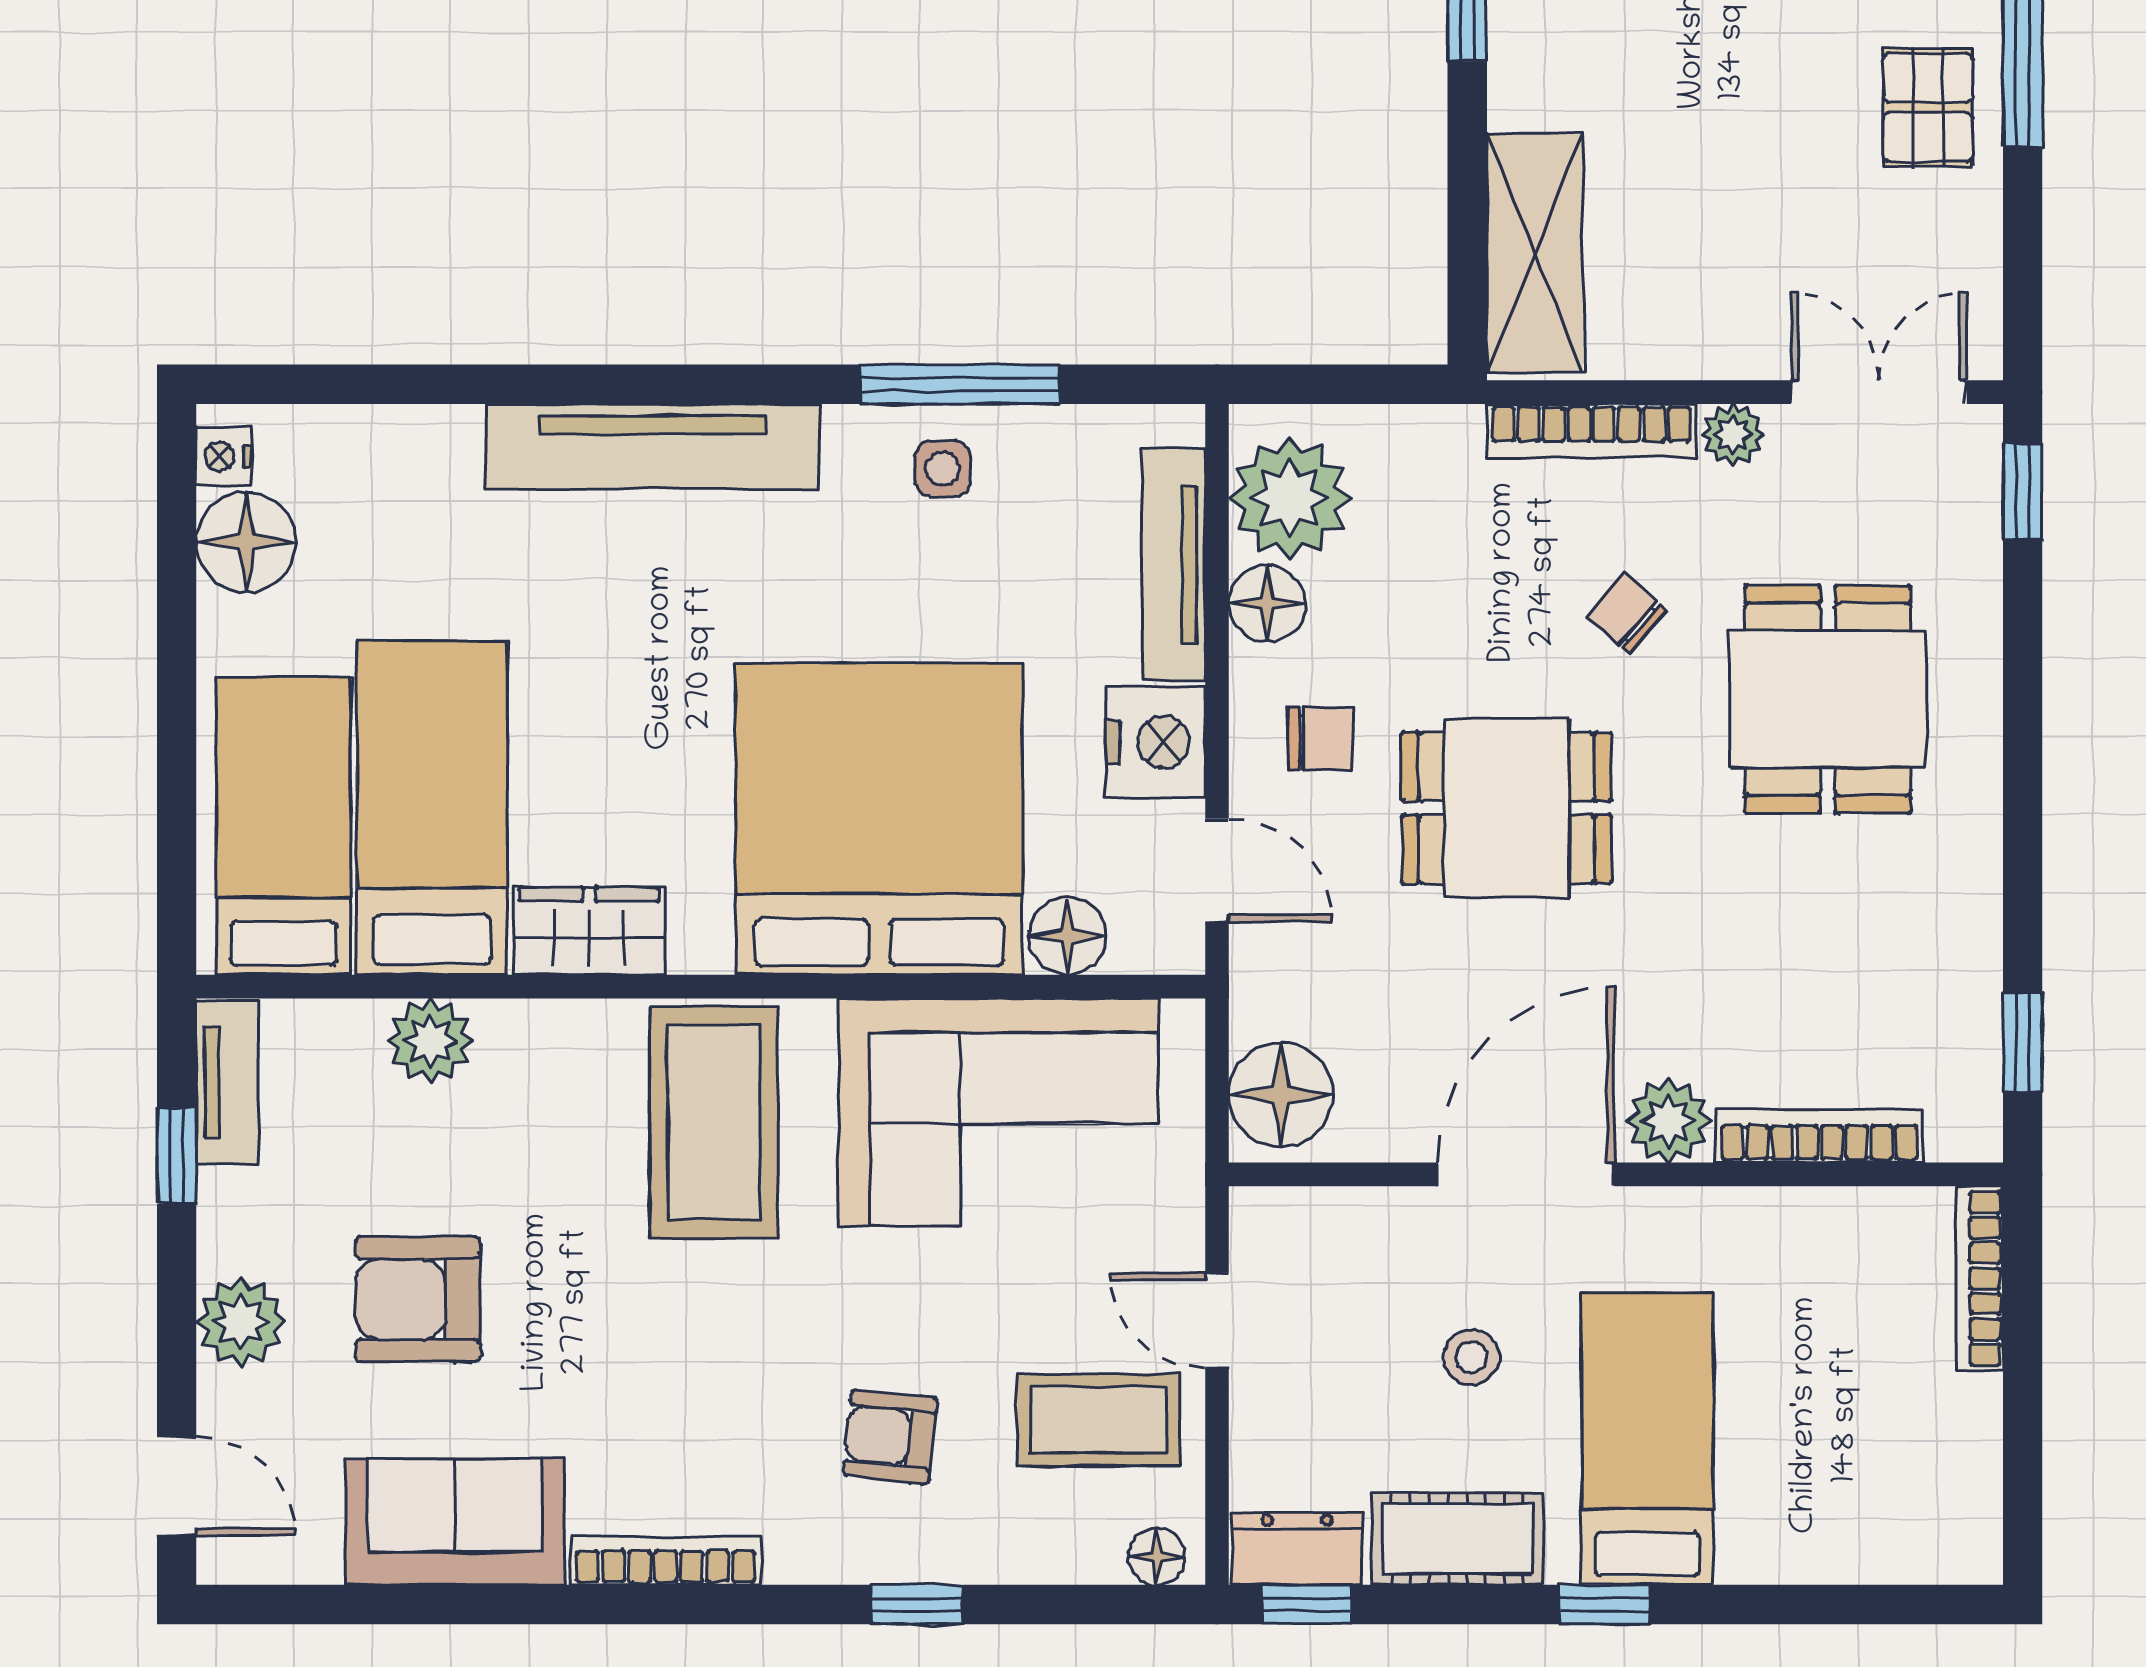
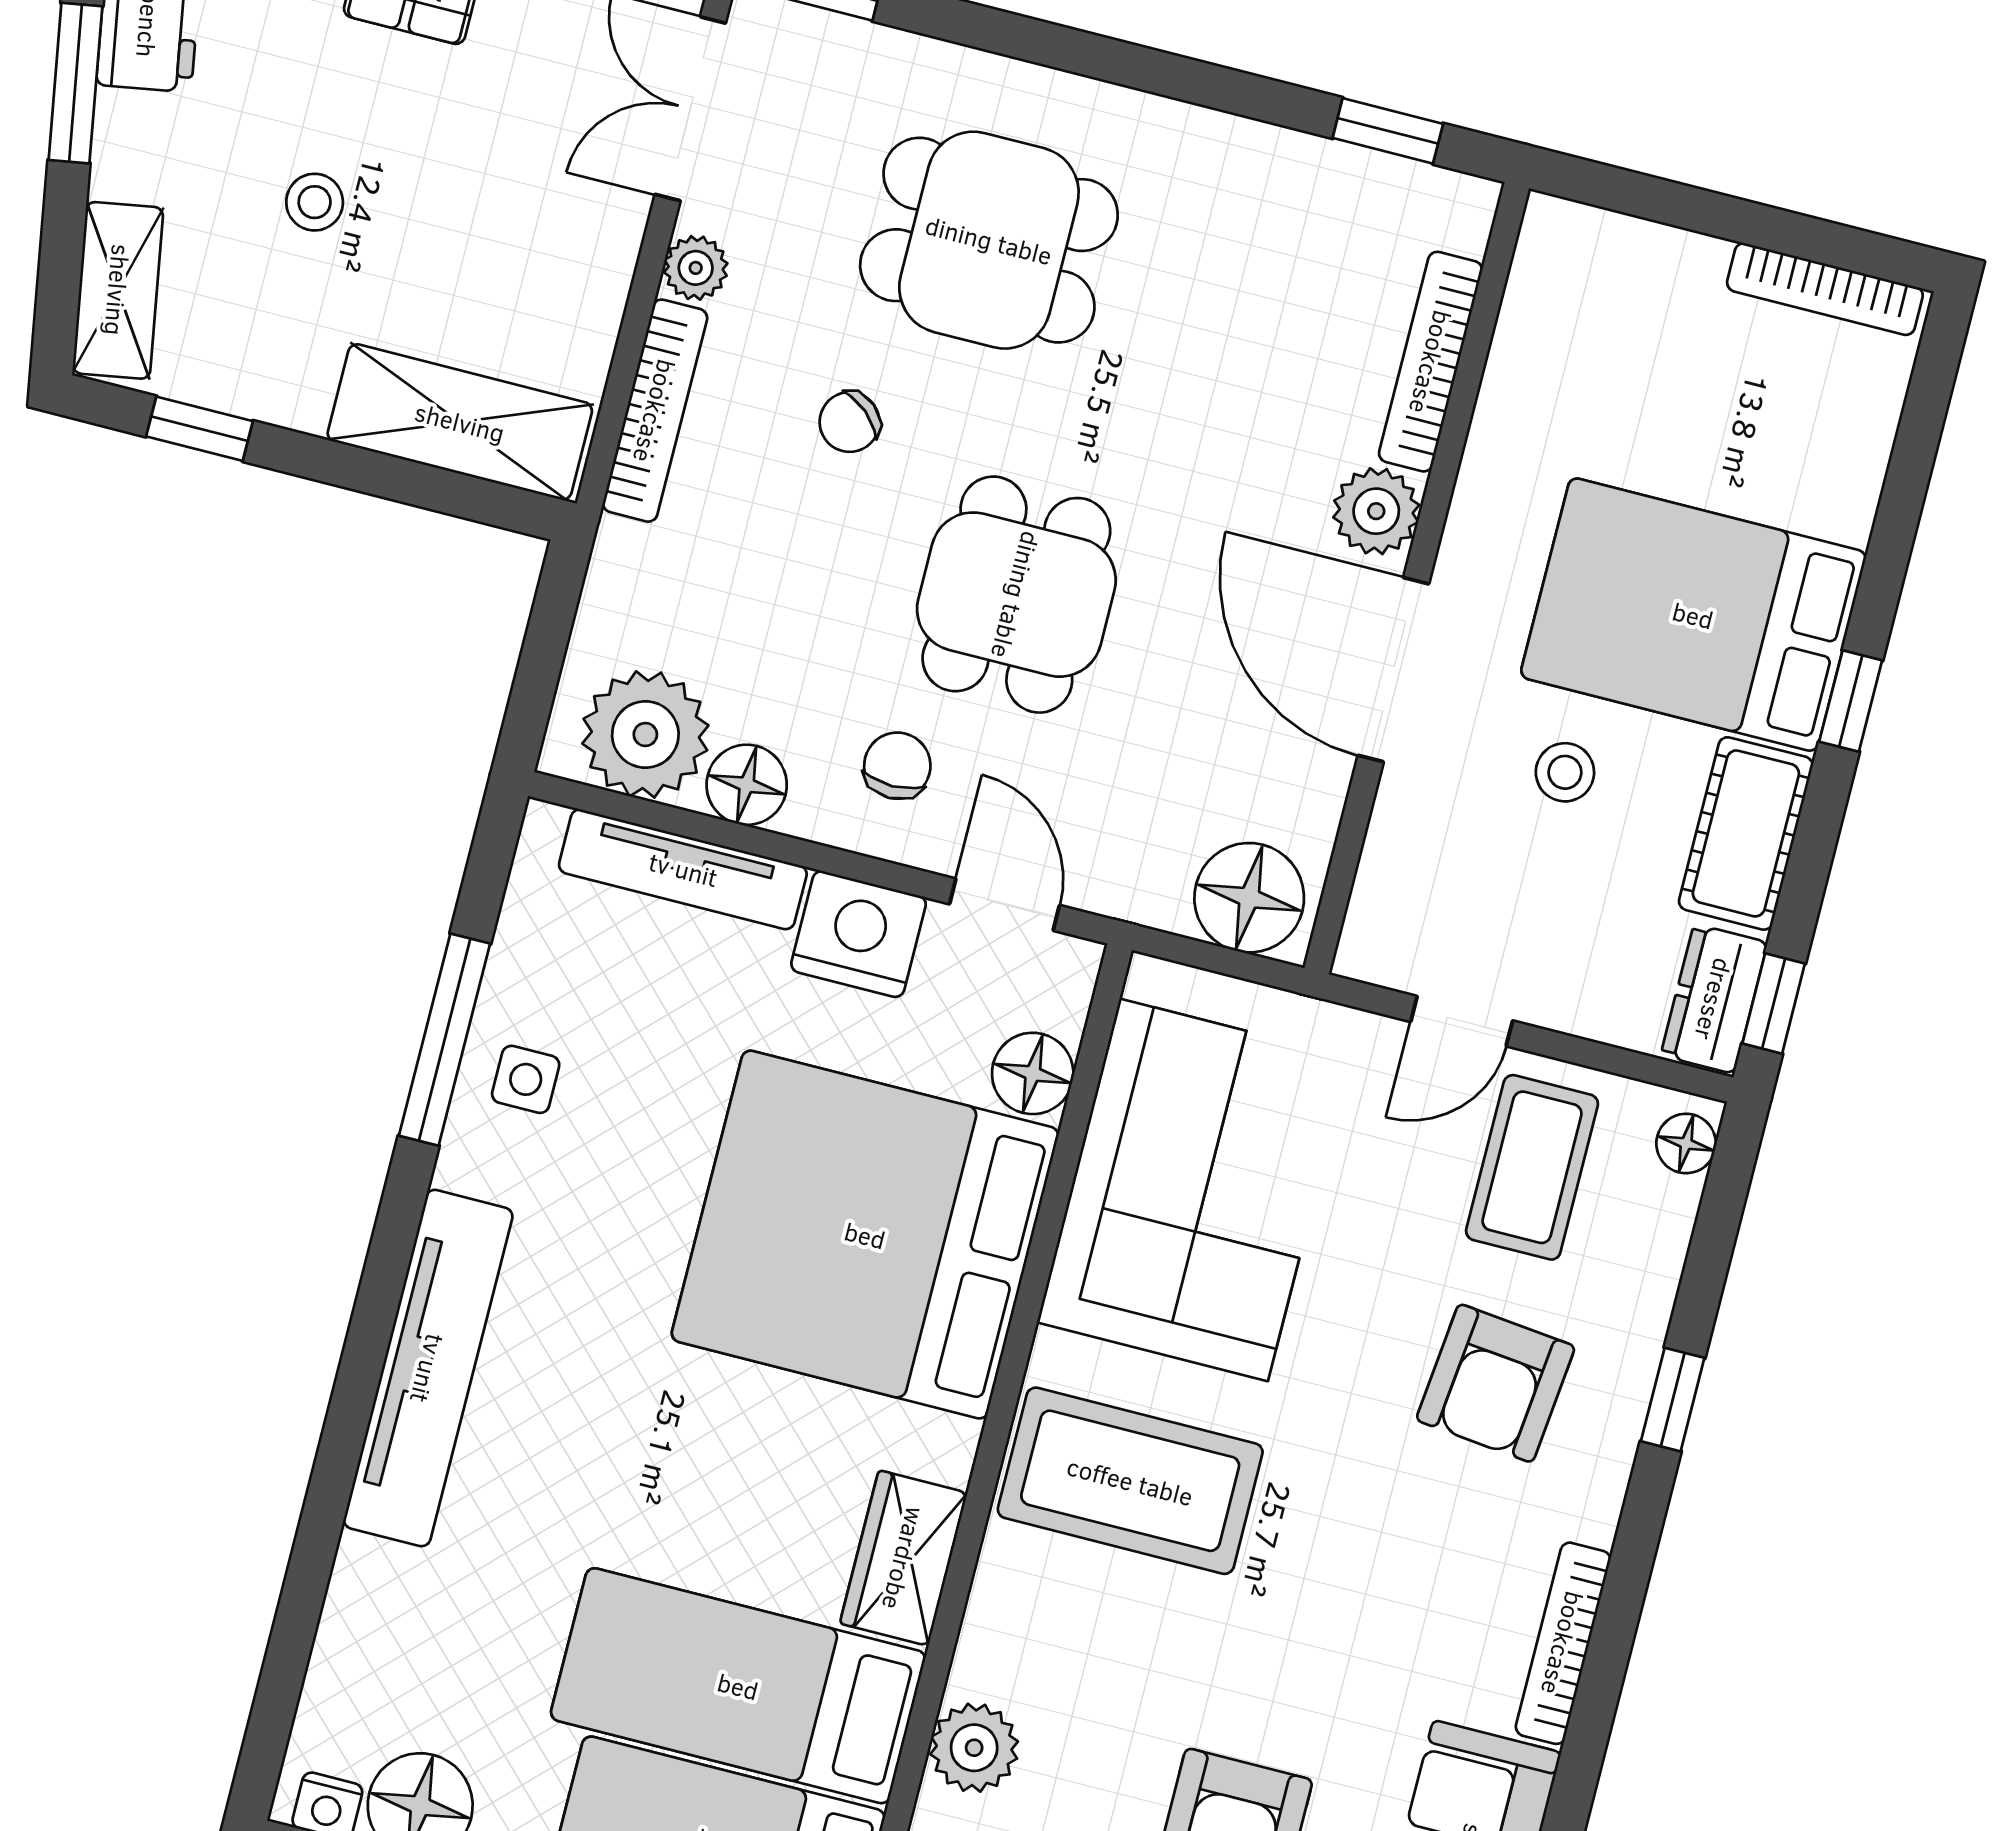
stool: (1704, 67) -> (315, 202), added
door: (1217, 870) -> (1005, 905), hinge flipped
bookcase: (1979, 1278) -> (1825, 289), moved
armchair: (890, 1437) -> (1496, 1383), width x1.38, depth x1.38
bed: (1647, 1439) -> (1693, 615), width x1.50

